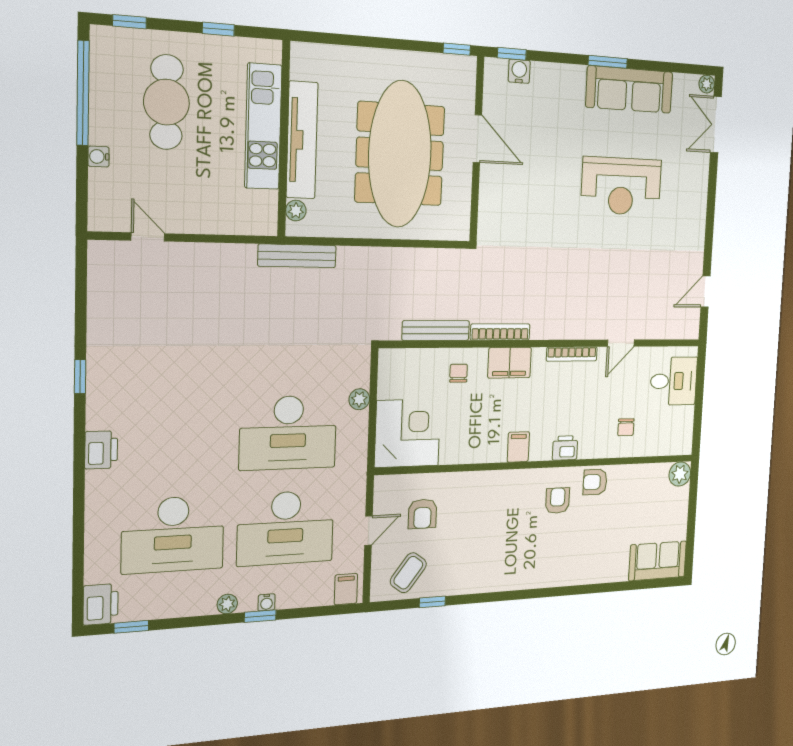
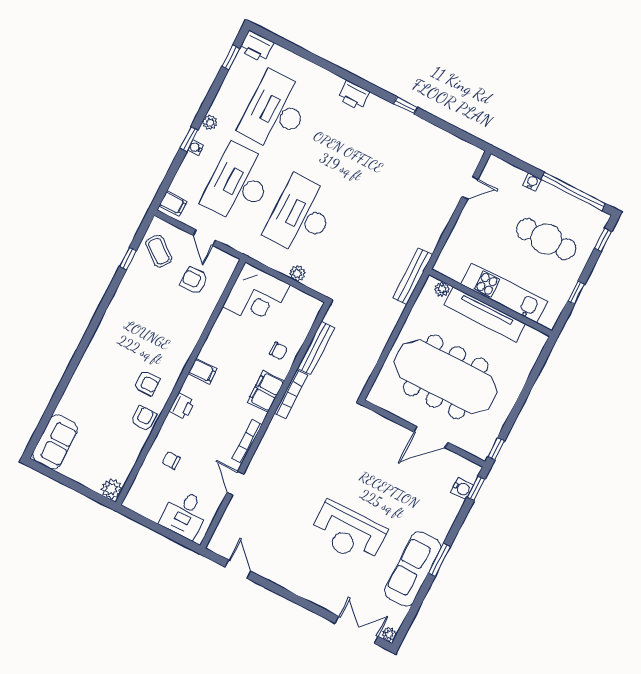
reception desk: (621, 186) -> (348, 533), turned -90

